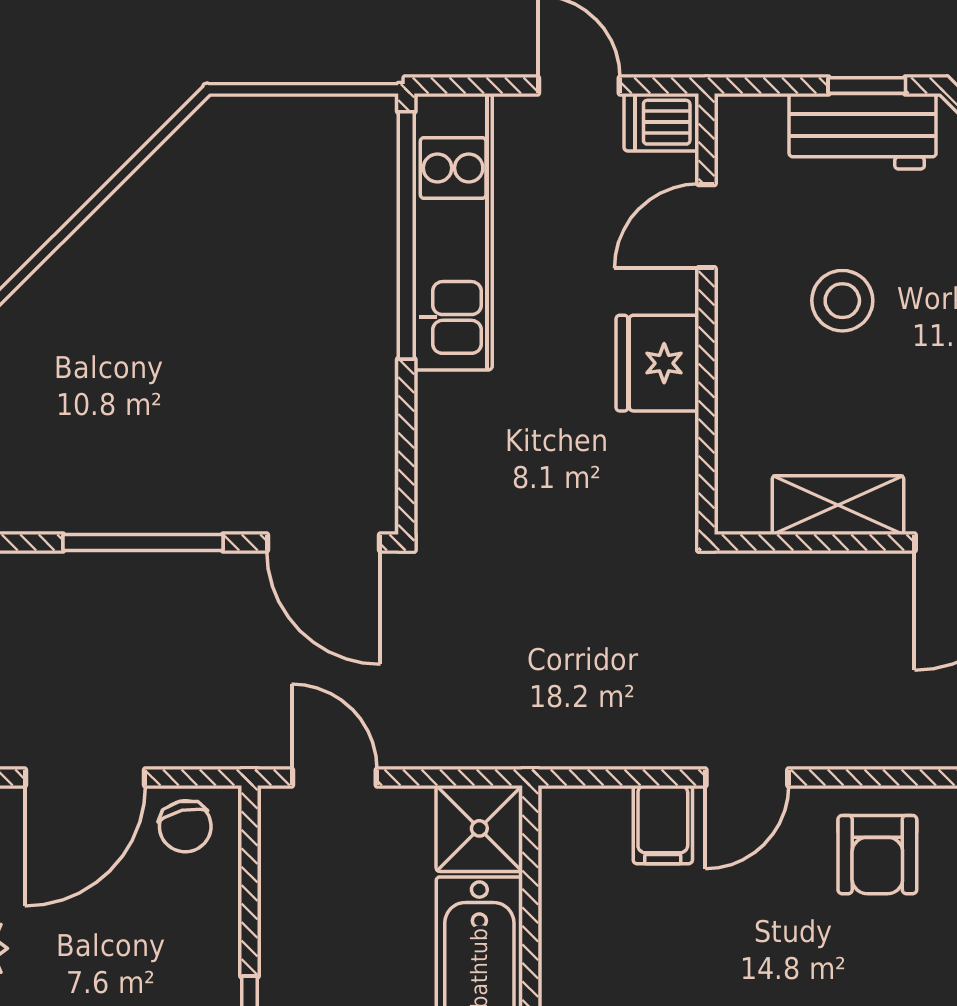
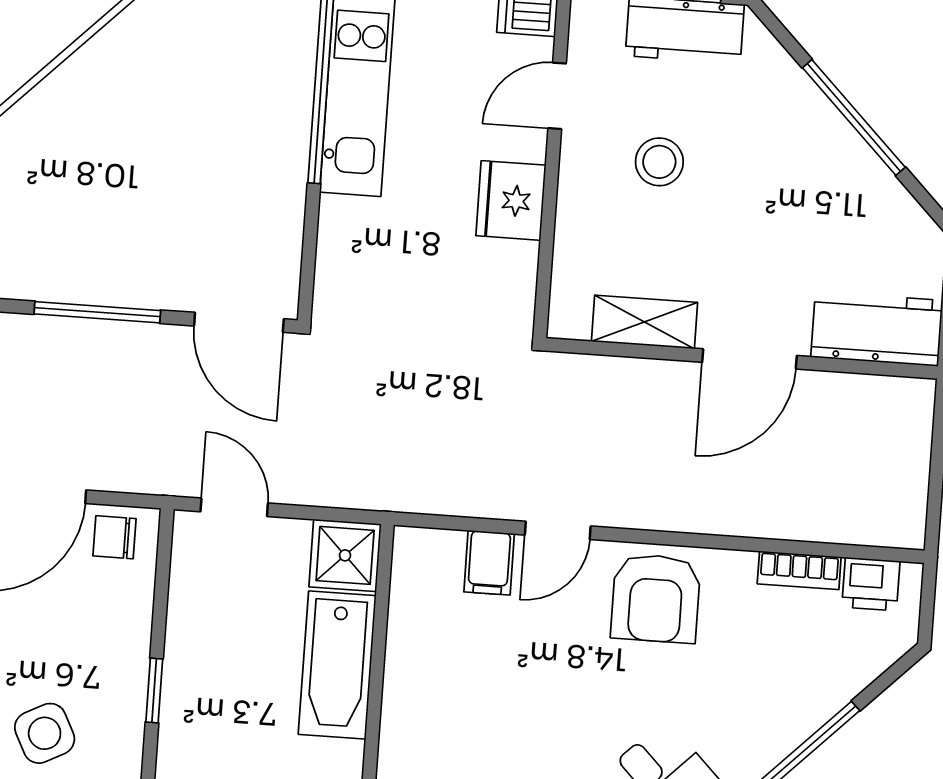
chair: (185, 826) -> (114, 537), turned 103
armchair: (877, 855) -> (656, 598), width x1.38, depth x1.38

